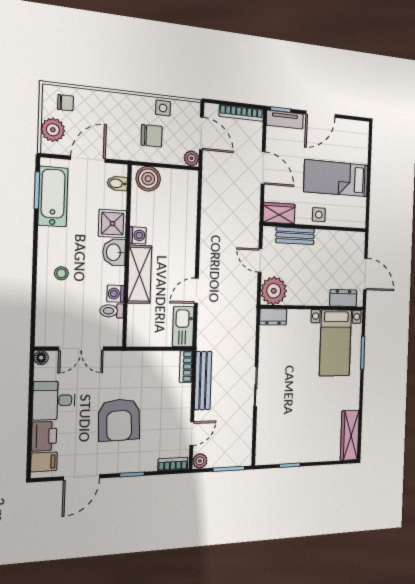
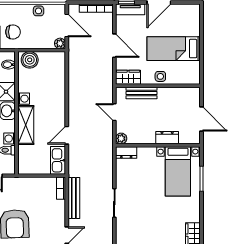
chair: (152, 136) -> (13, 32), moved
plant: (274, 291) -> (121, 138), width x0.53, depth x0.53
dresser: (343, 298) -> (167, 138), moved

